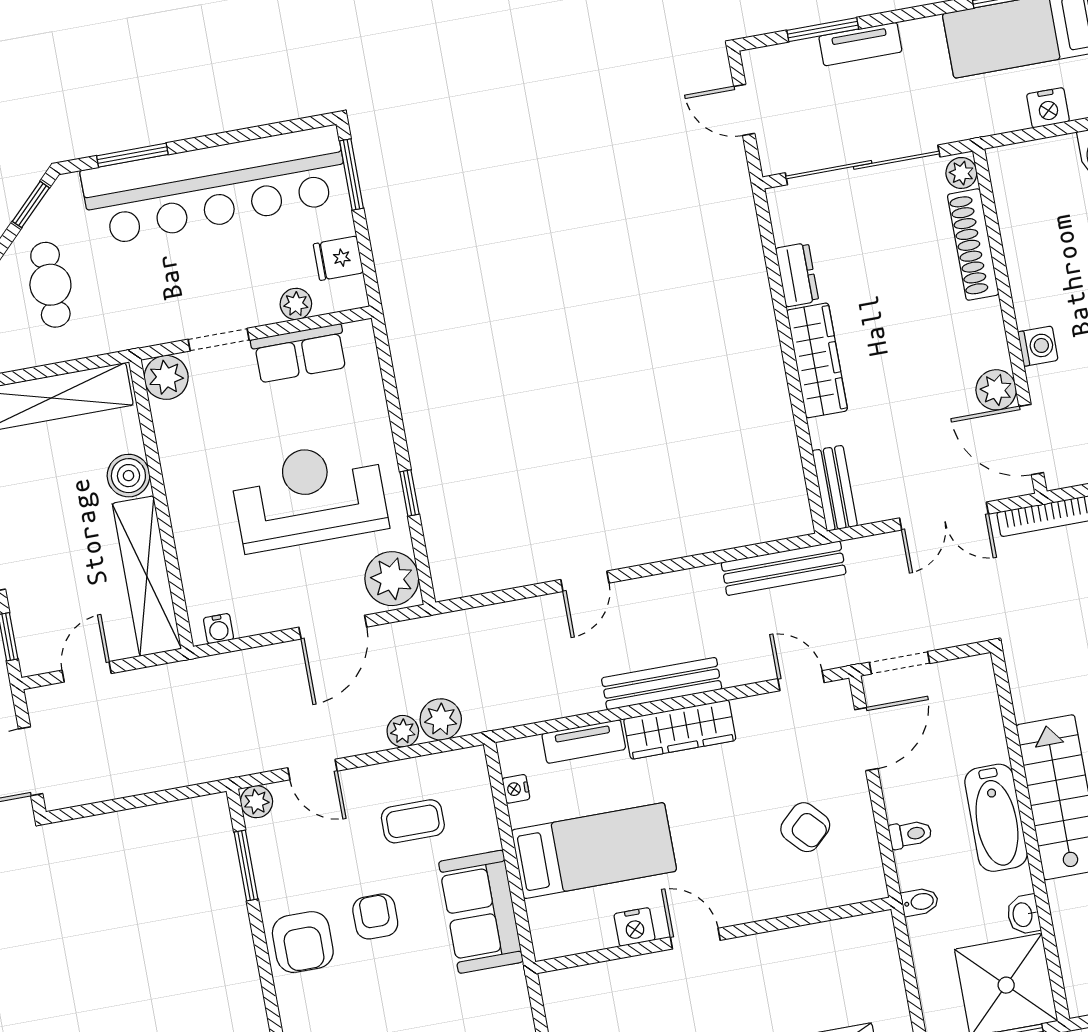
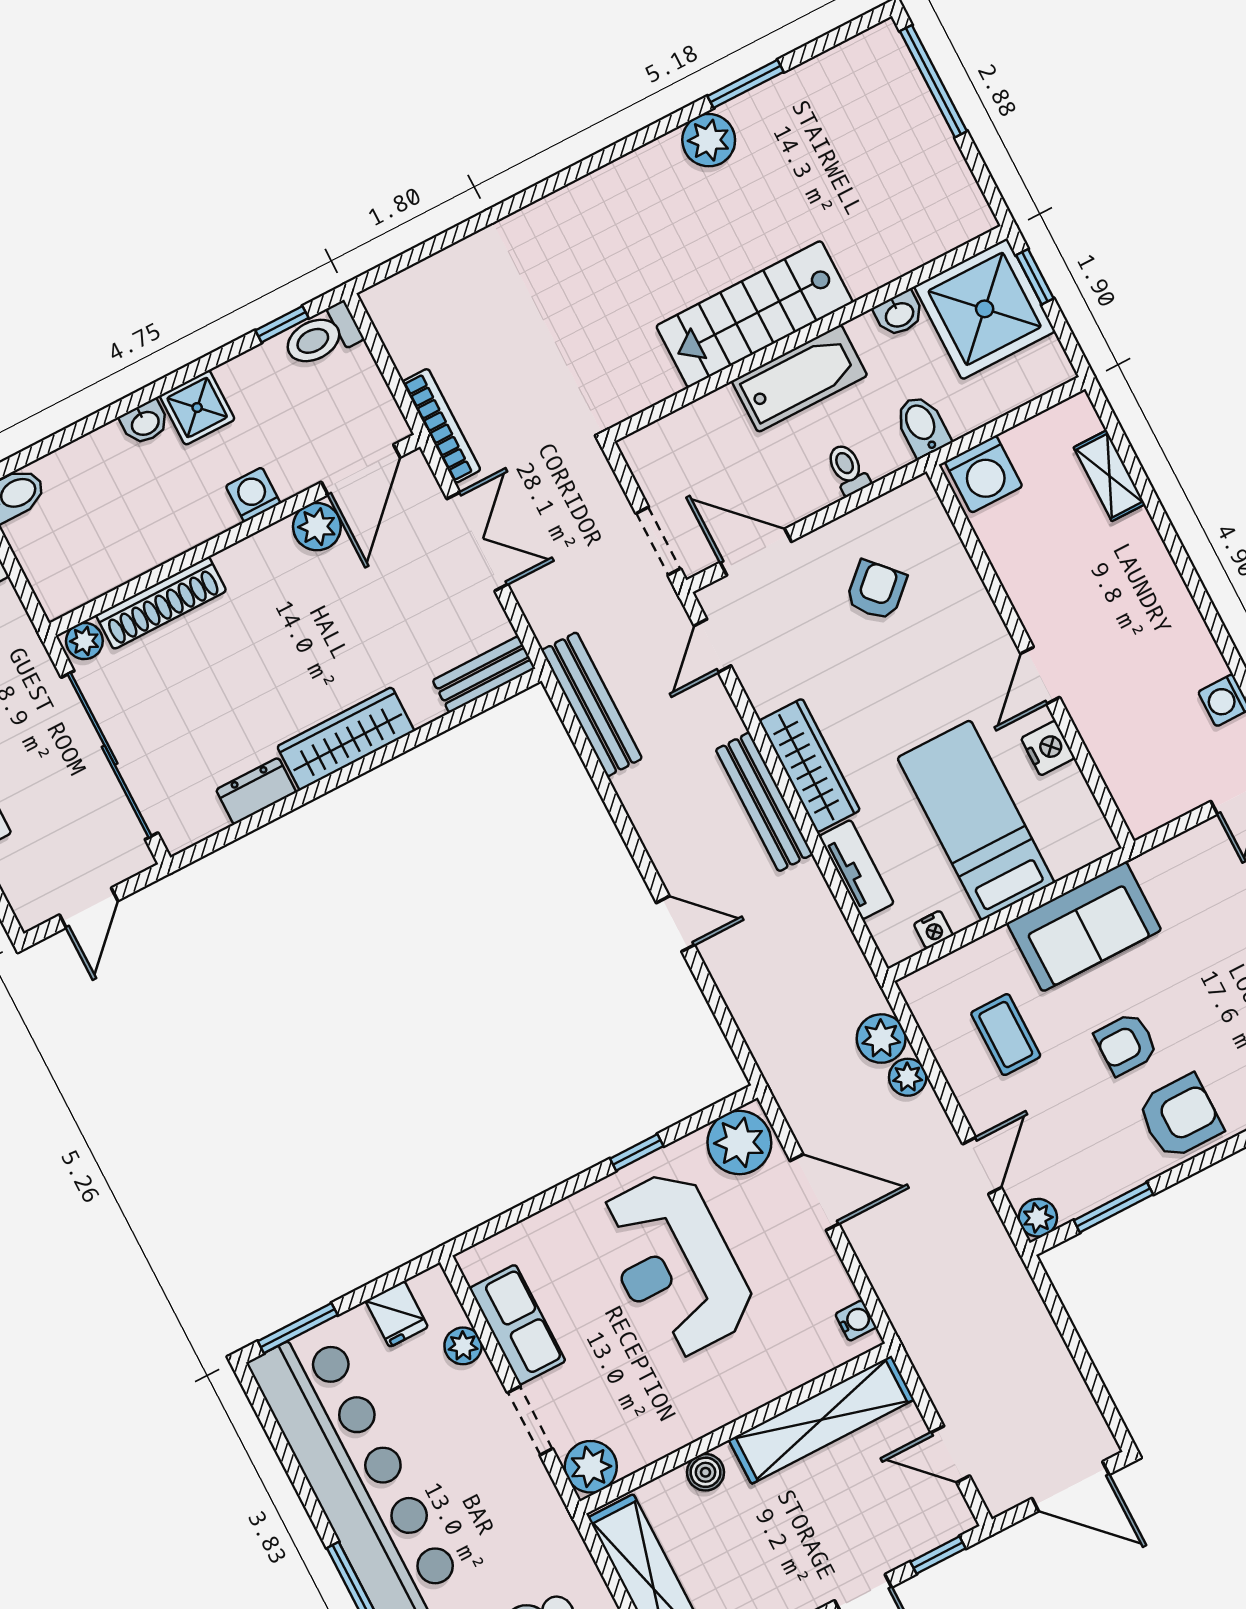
boiler: (128, 476) -> (706, 1472), width x0.73, depth x0.73
bidet: (920, 902) -> (922, 426), width x1.38, depth x1.36
washing machine: (872, 943) -> (984, 474), added

